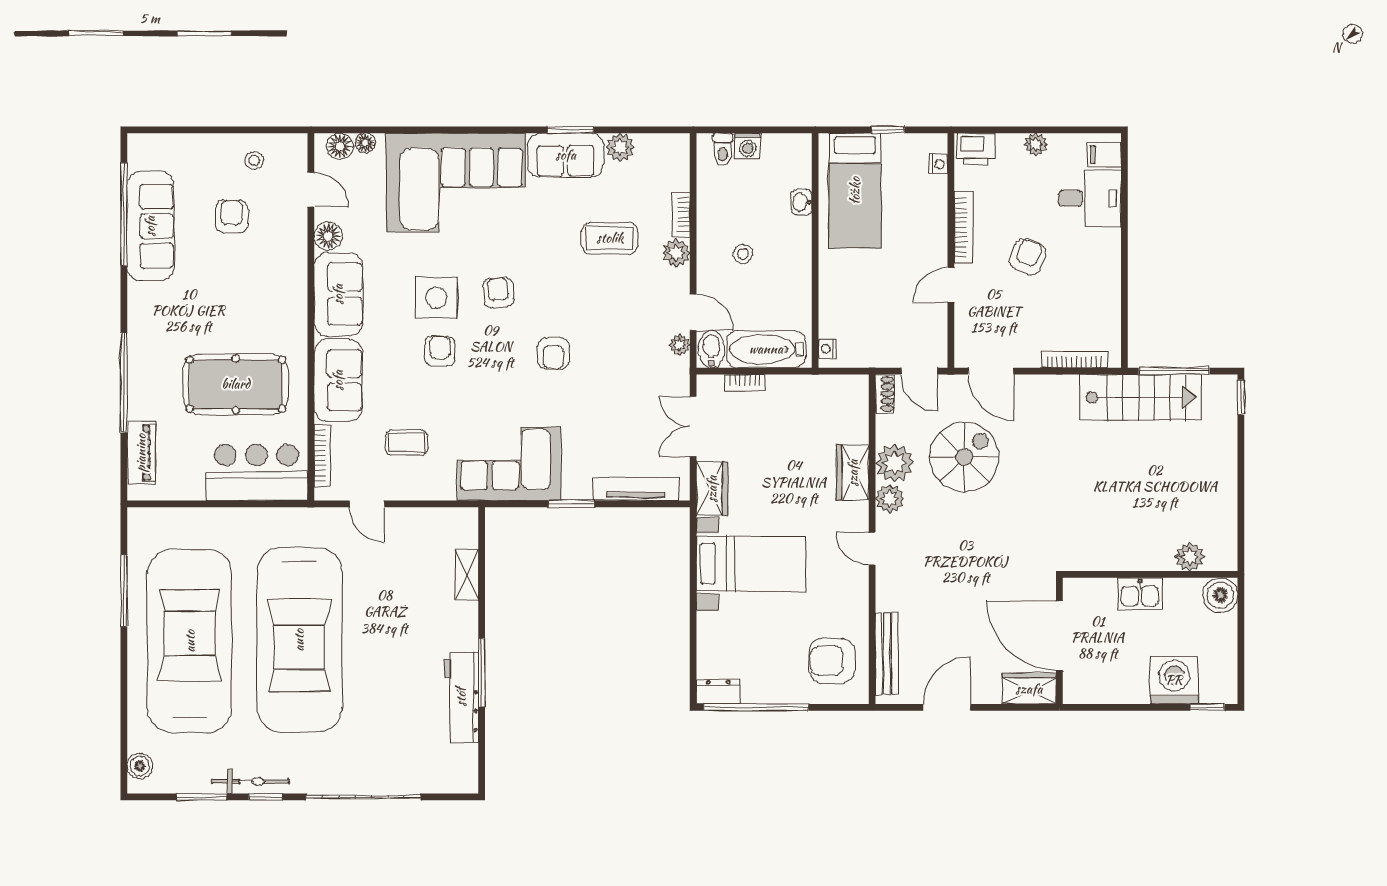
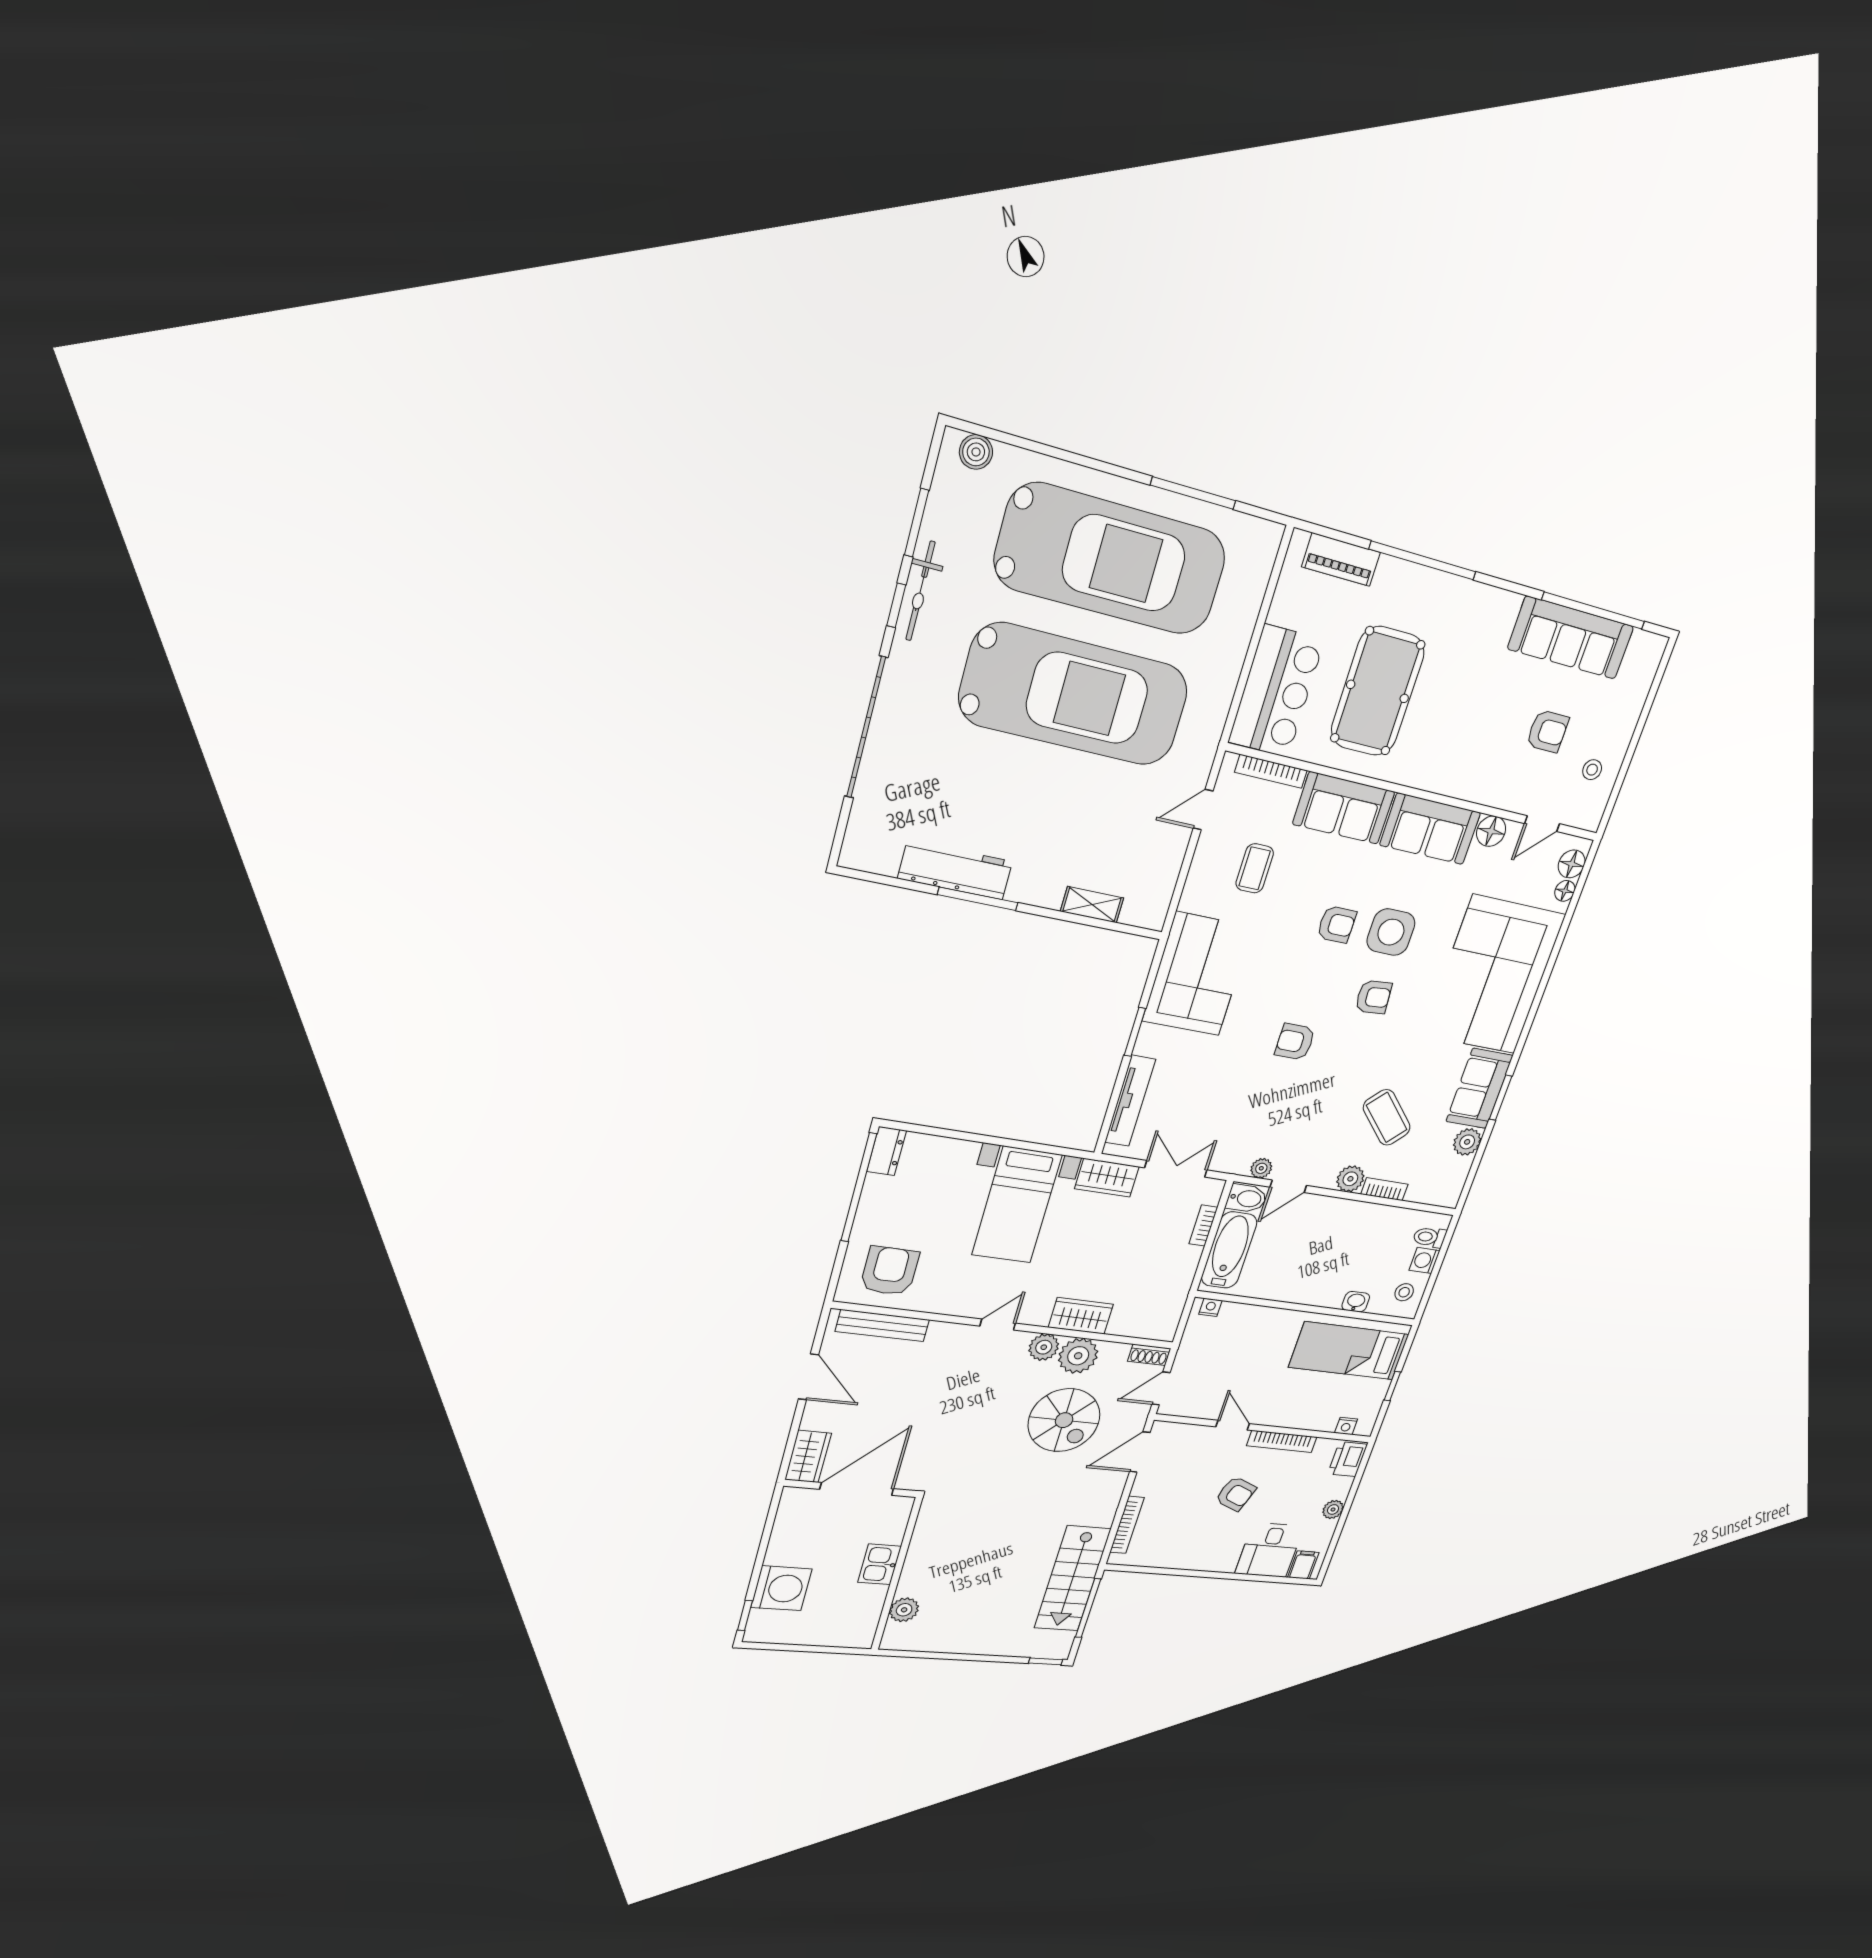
coffee table: (610, 238) -> (1387, 1117), turned -45
stool: (743, 254) -> (1404, 1292), moved
boiler: (1220, 595) -> (858, 1633), removed
car: (299, 640) -> (1074, 695), turned 180

